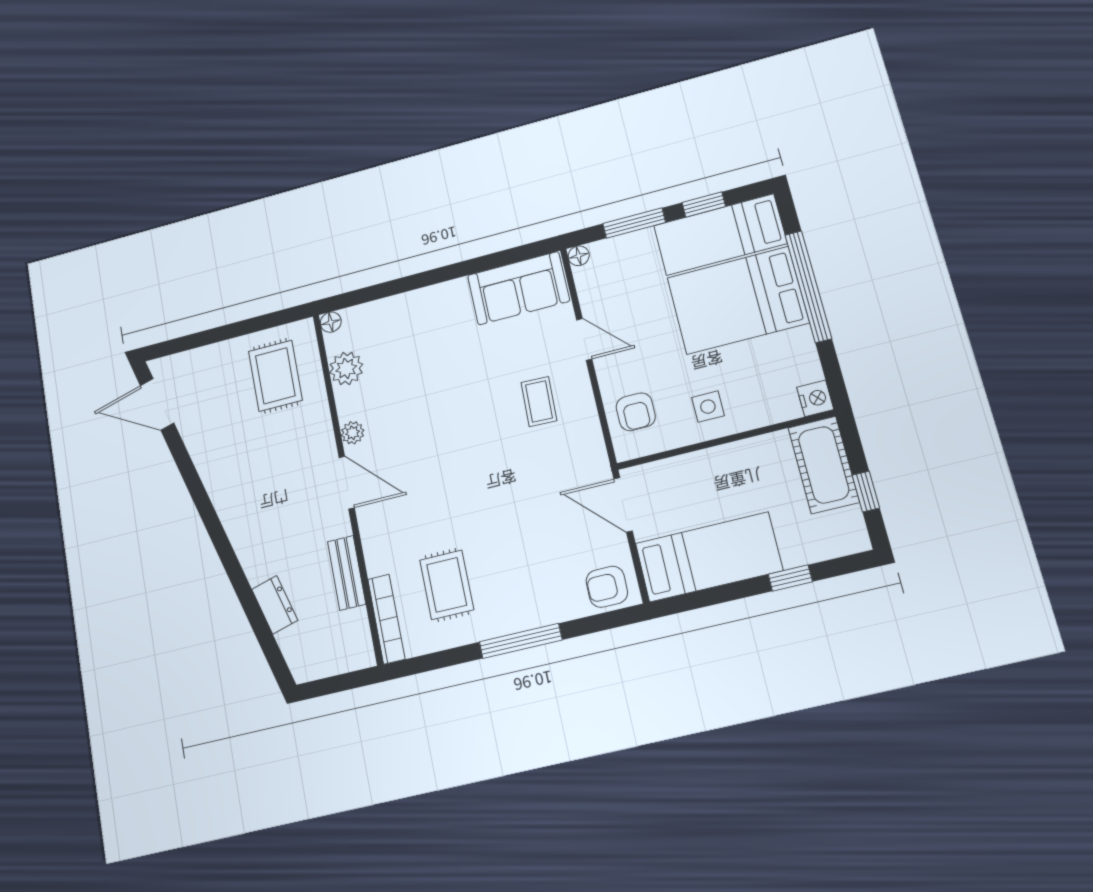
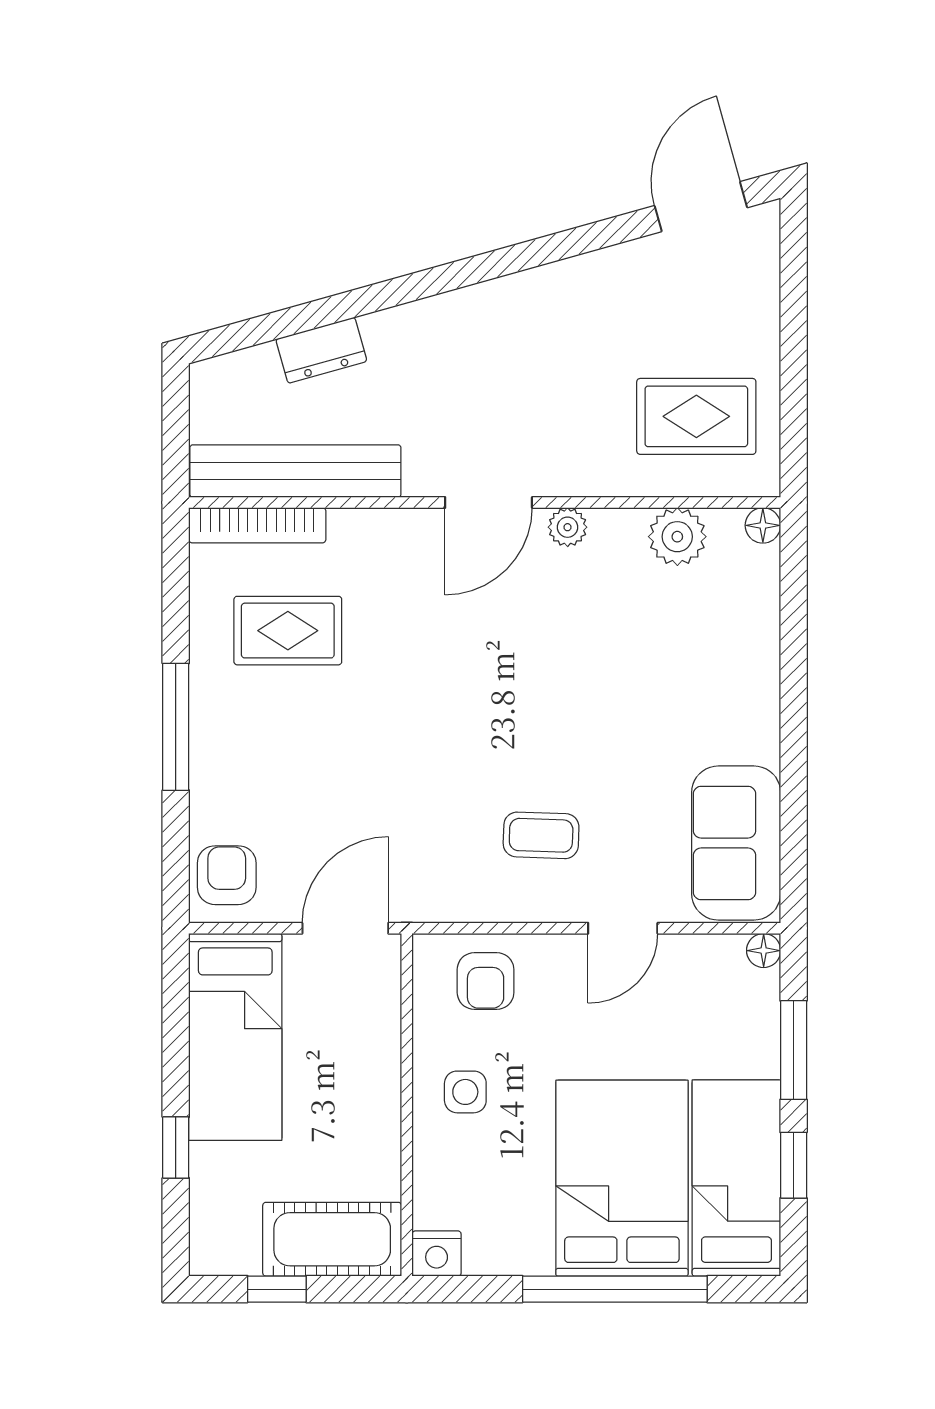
armchair: (636, 412) -> (486, 981), turned -90
bench: (347, 573) -> (295, 471), width x1.86, depth x1.21

